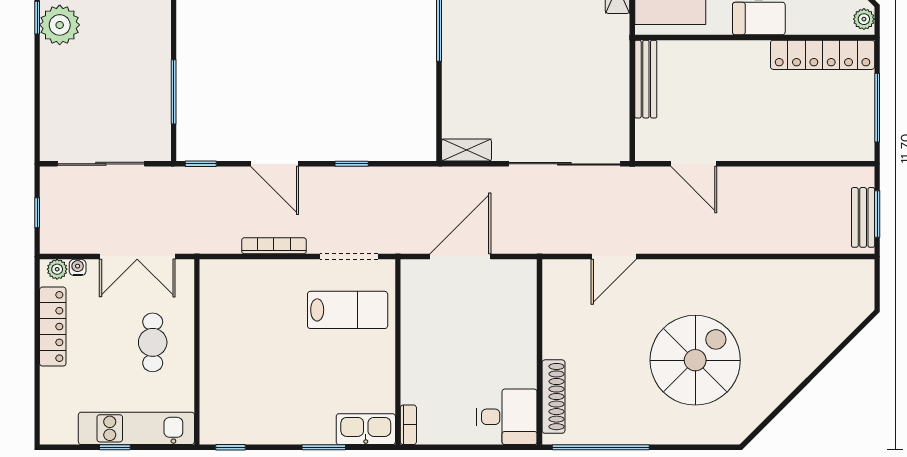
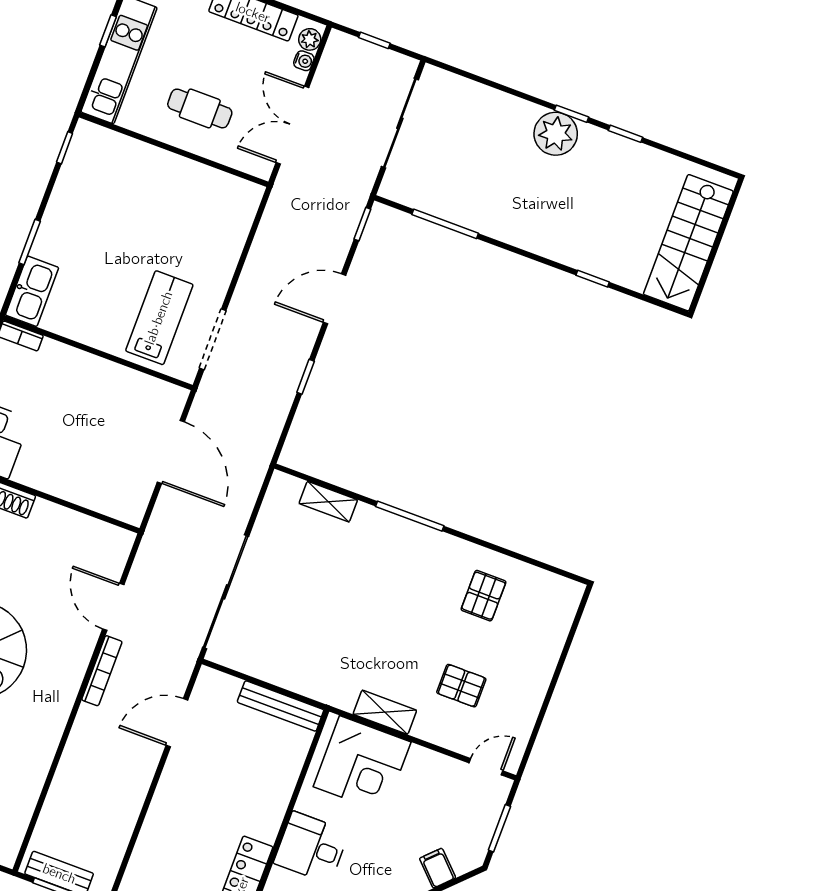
shelving: (467, 150) -> (328, 502), moved, turned 90
bookcase: (274, 246) -> (102, 671), moved
lab bench: (348, 310) -> (159, 318), turned 180

